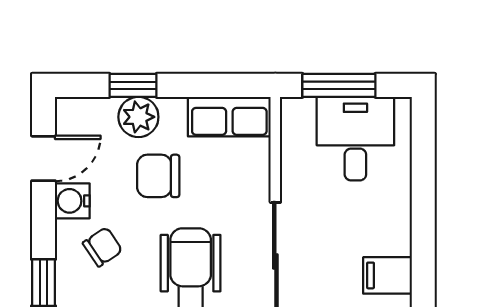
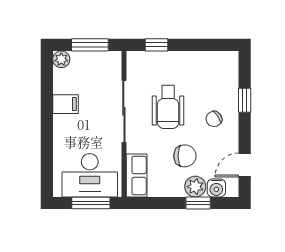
row of seats: (229, 117) -> (137, 175), moved, turned 90
desk: (355, 139) -> (90, 175), width x1.37
water cooler: (72, 201) -> (216, 188), moved, turned 90

